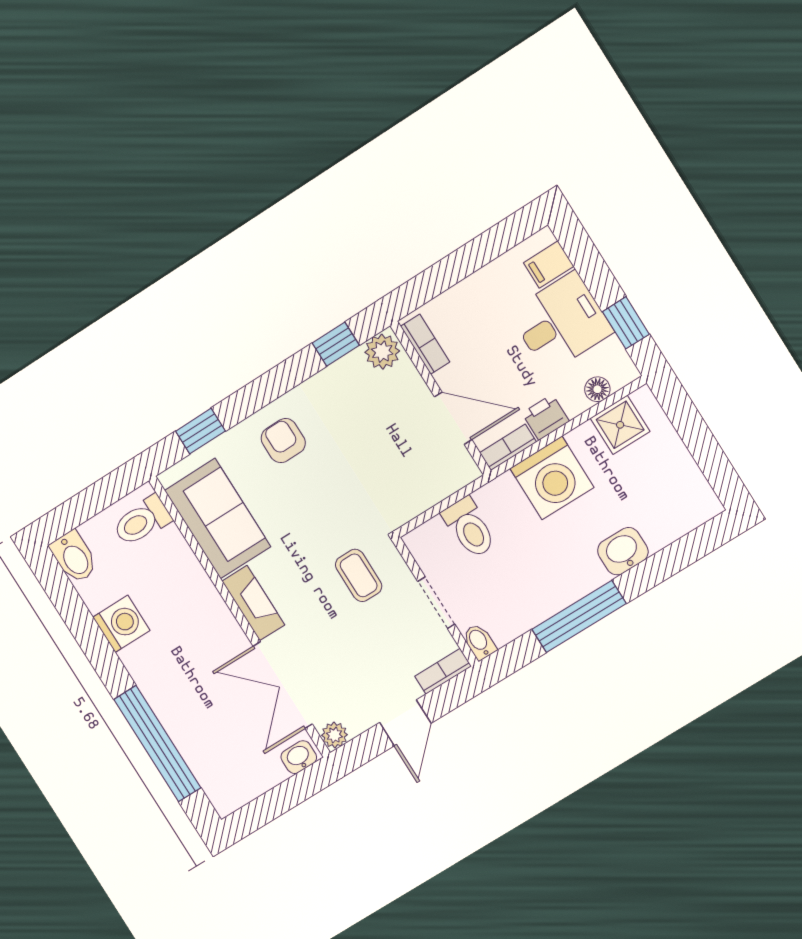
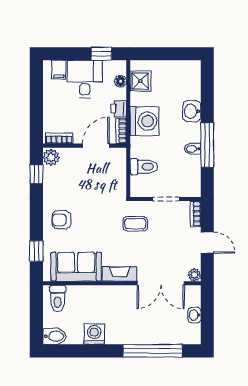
bidet: (479, 642) -> (193, 149), moved
washbasin: (299, 757) -> (194, 315), moved

